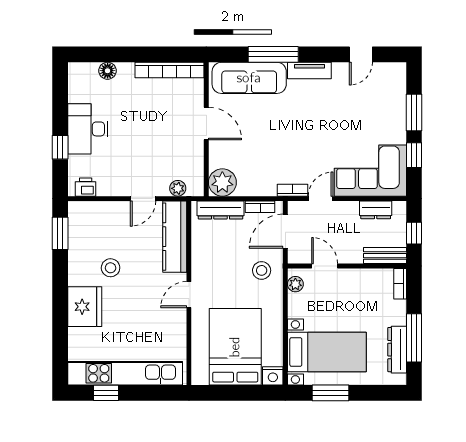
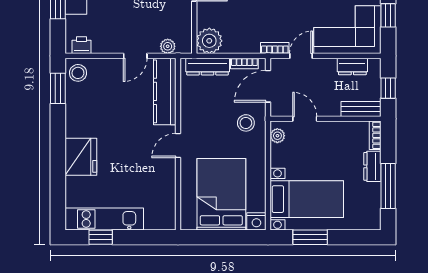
stool: (111, 268) -> (78, 73), moved
dresser: (397, 350) -> (372, 166), moved, width x0.70
kitchen unit: (125, 373) -> (104, 219), width x0.73

